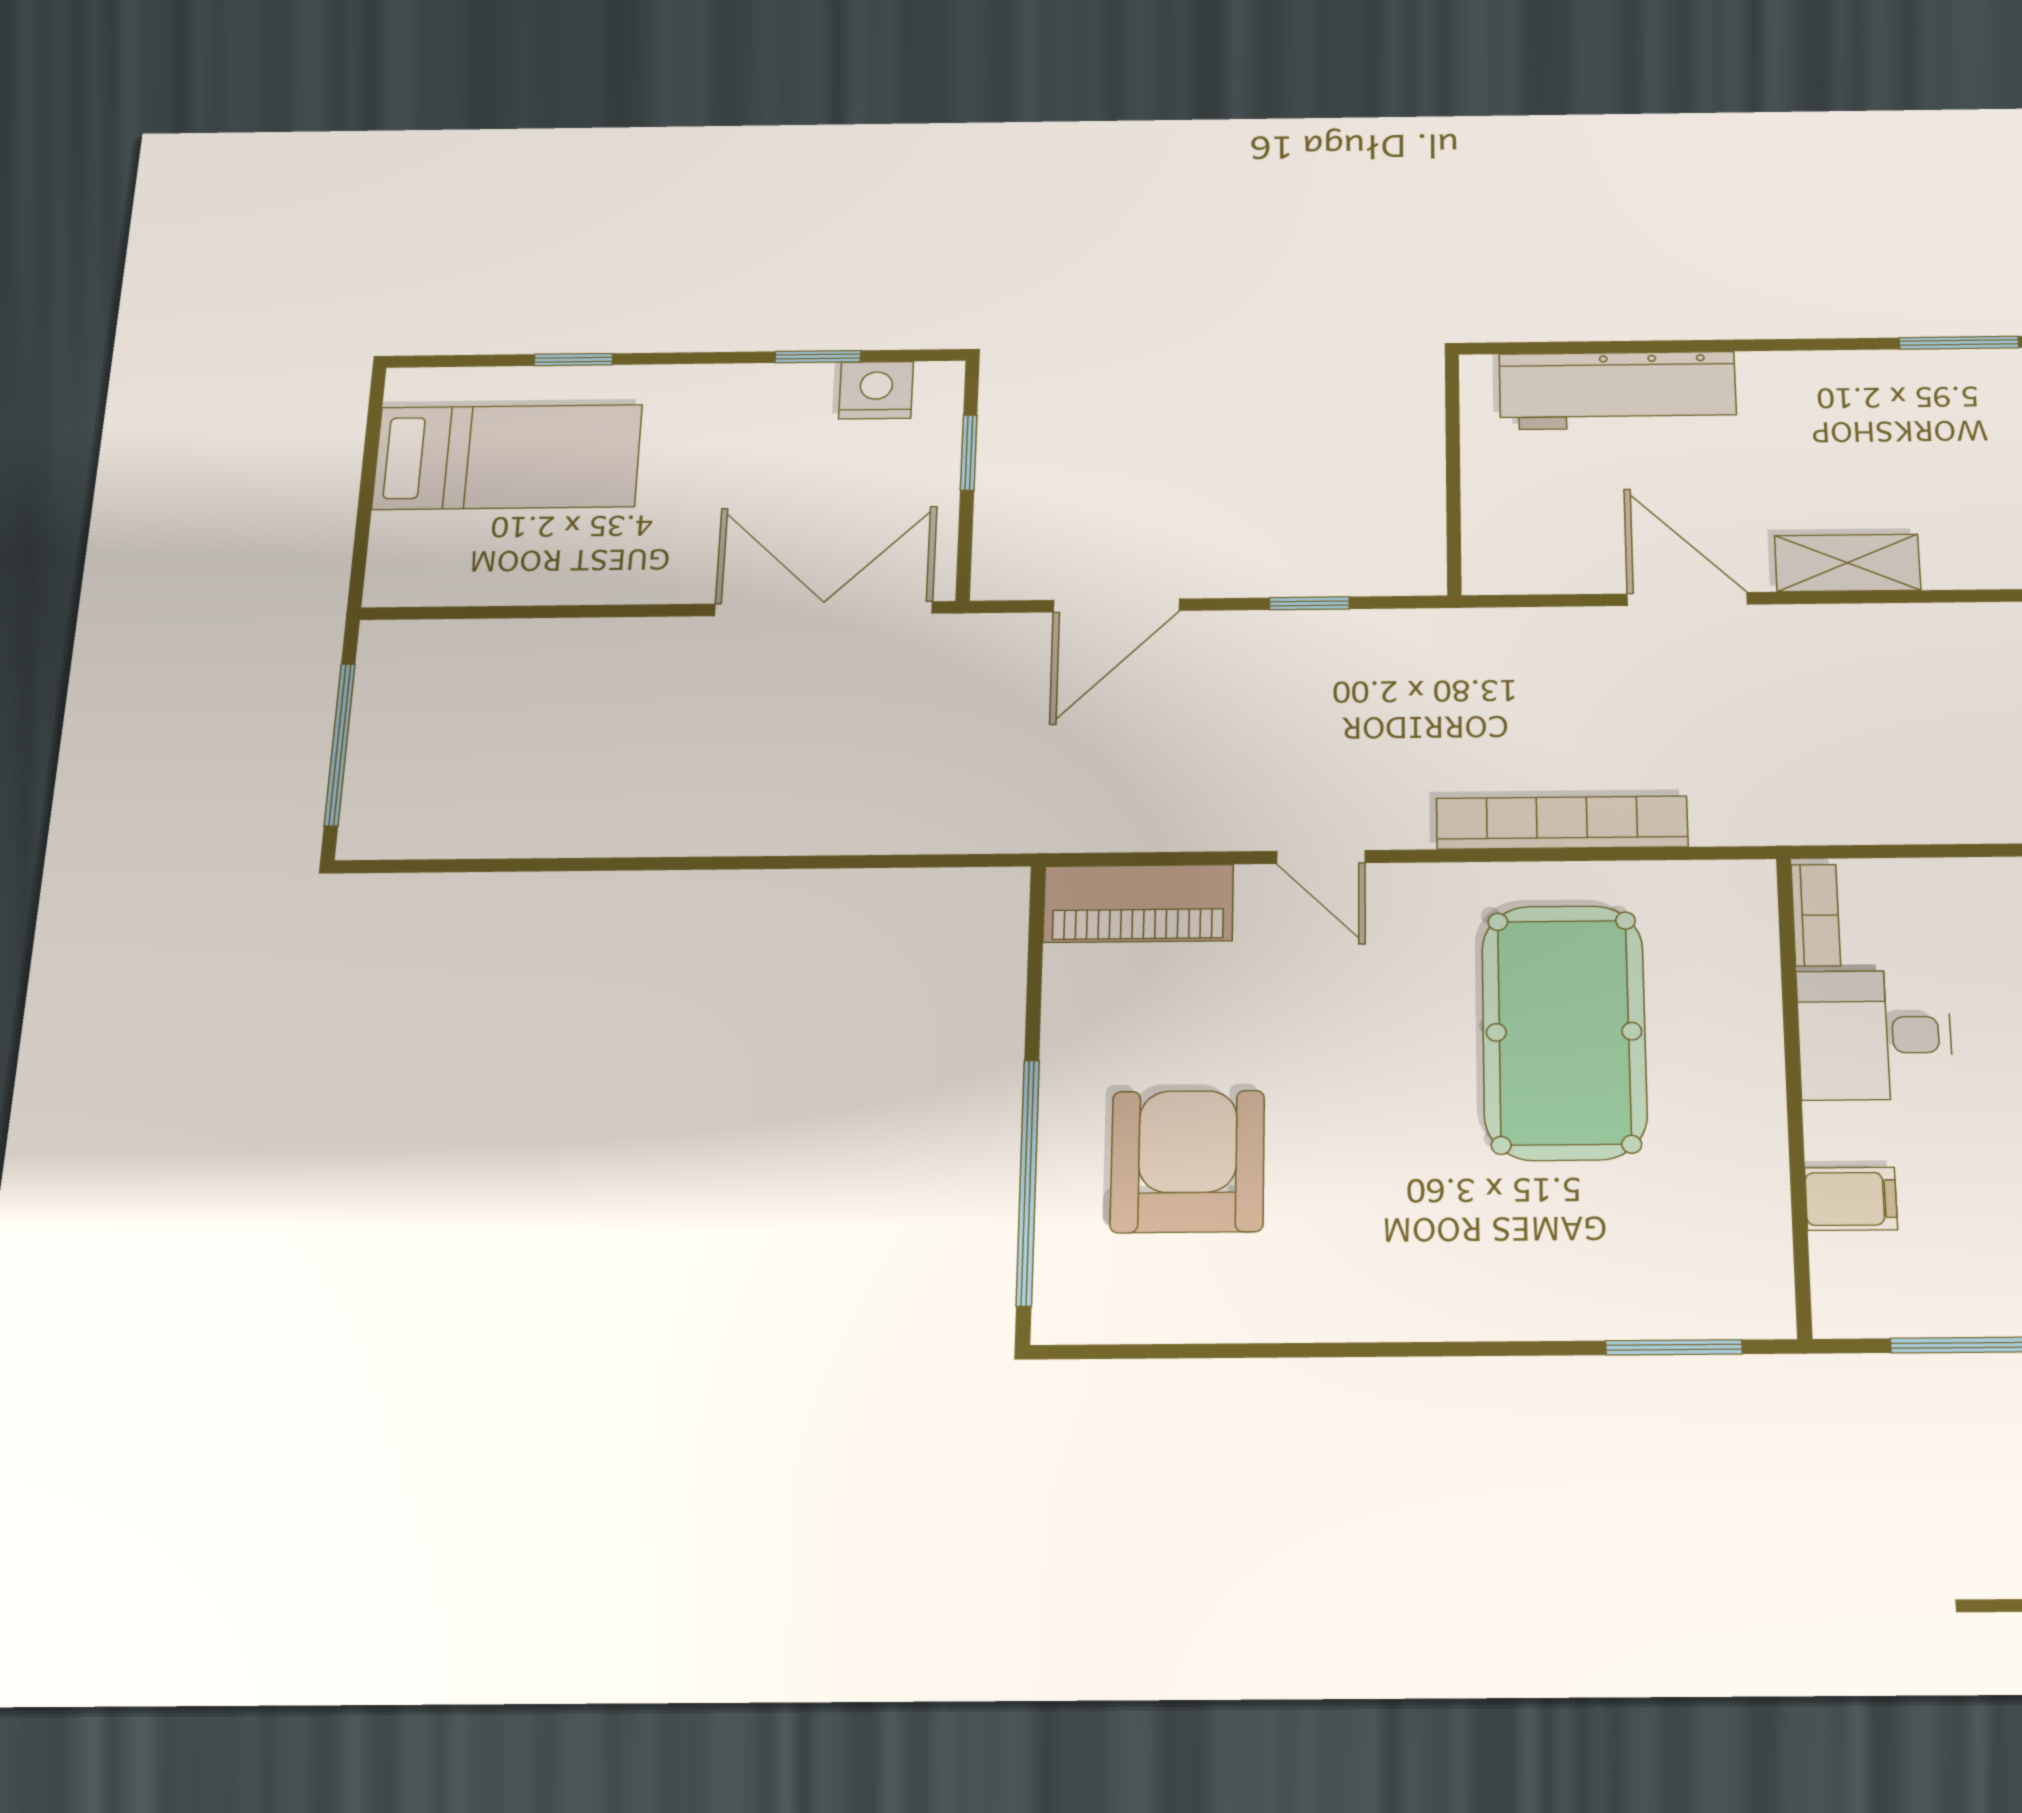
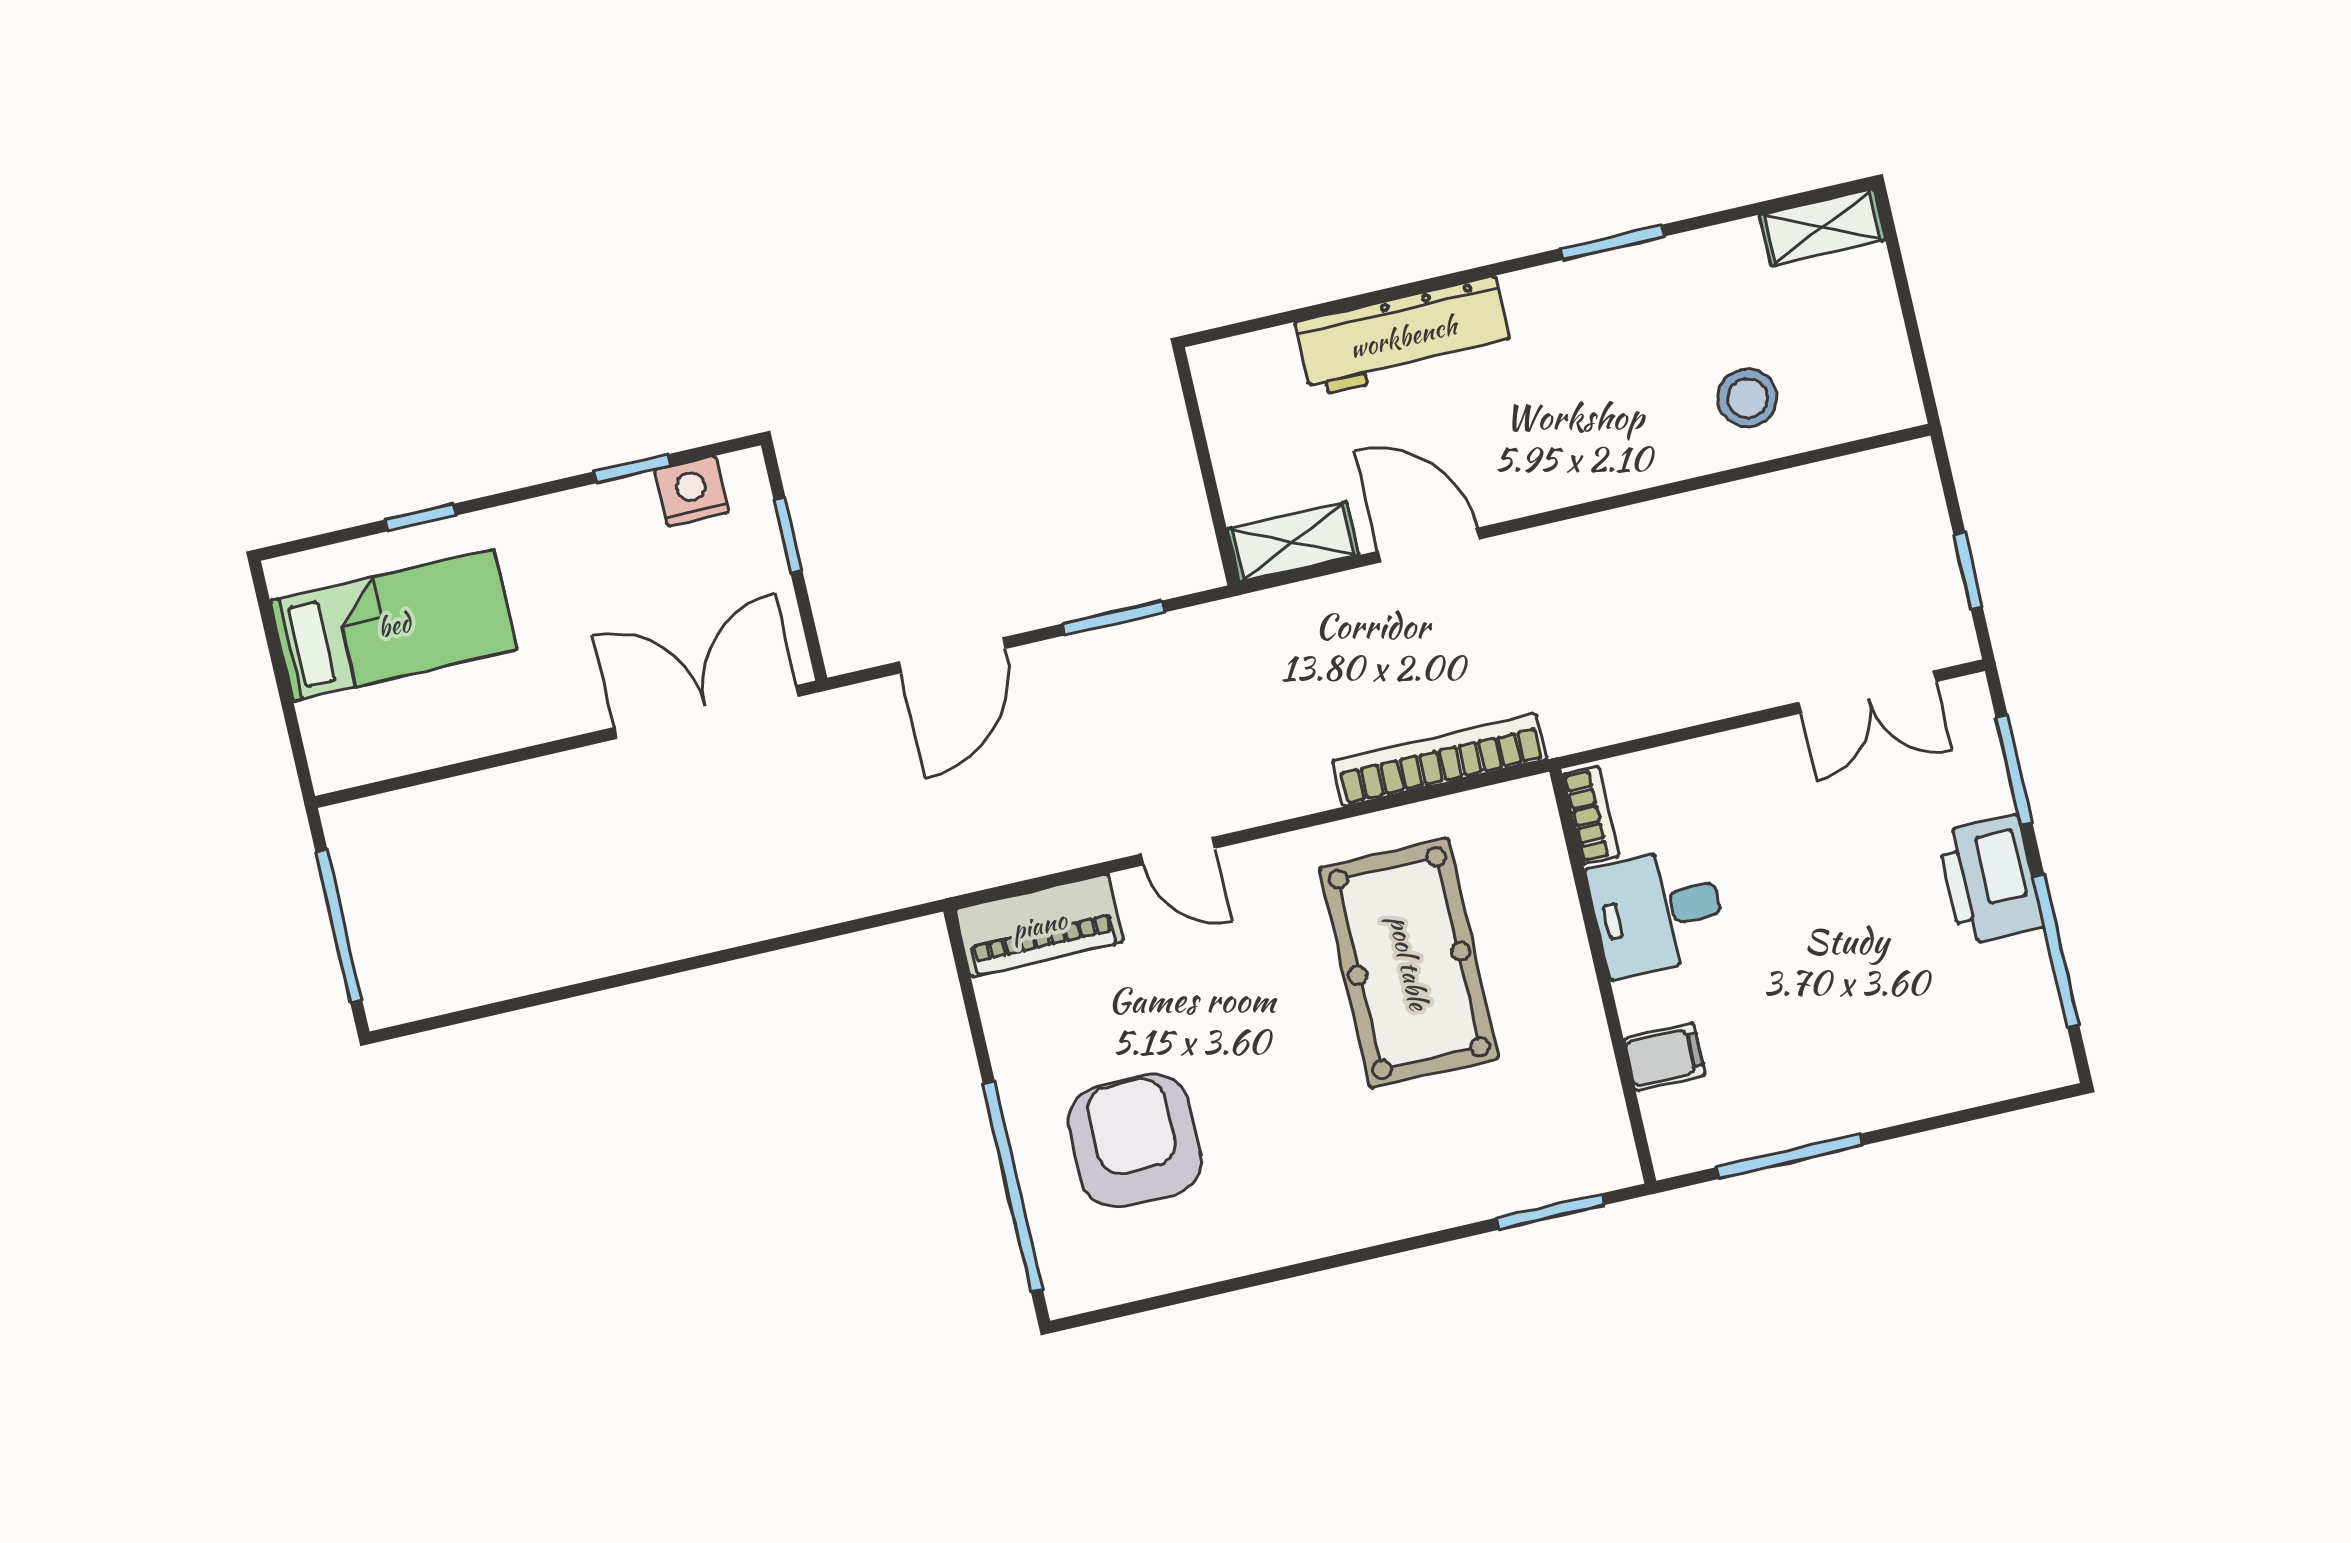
workbench: (1617, 390) -> (1403, 337), moved
shelving: (1847, 563) -> (1293, 542), moved
window: (1309, 603) -> (1113, 618), width x1.50
bookcase: (1562, 823) -> (1440, 760), moved

